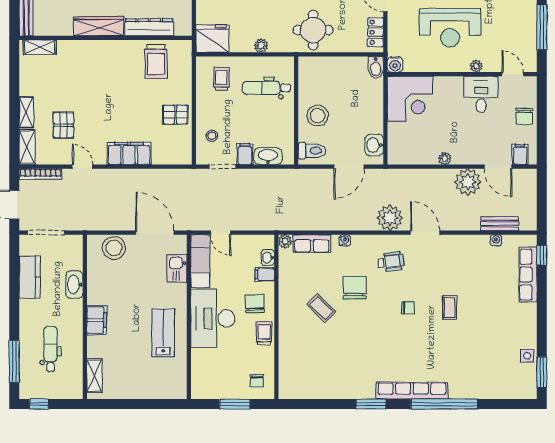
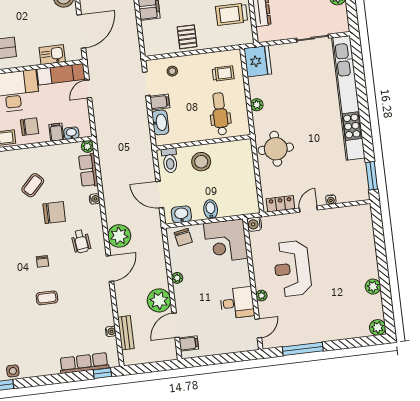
bidet: (376, 67) -> (211, 209), moved, turned 90
chair: (524, 116) -> (183, 237), moved, turned -101

